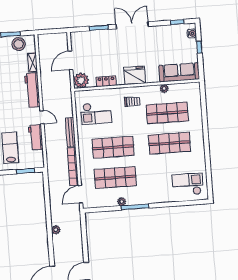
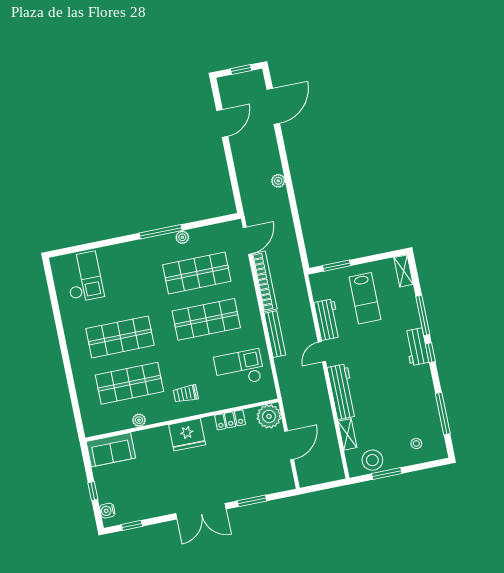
sofa: (179, 72) -> (111, 450), width x0.73
door: (42, 117) -> (322, 352), hinge flipped
checkout: (188, 184) -> (84, 277), turned -90

